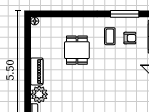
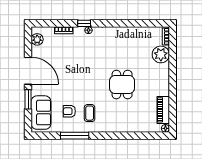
dining table: (77, 50) -> (122, 85), moved
piano: (37, 71) -> (163, 110), moved

